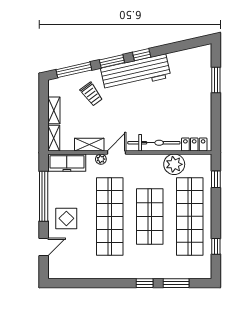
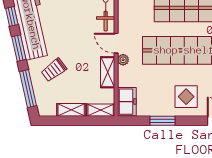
trolley: (91, 94) -> (54, 70), turned 180
freezer: (67, 163) -> (127, 102), width x0.71
window: (44, 196) -> (163, 121), width x0.47

